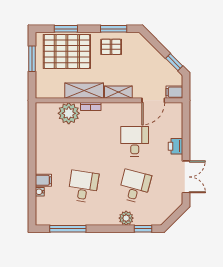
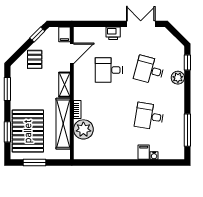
pallet: (111, 47) -> (35, 59), moved
shelving: (84, 91) -> (63, 124), width x1.47
door: (153, 100) -> (72, 53), hinge flipped

